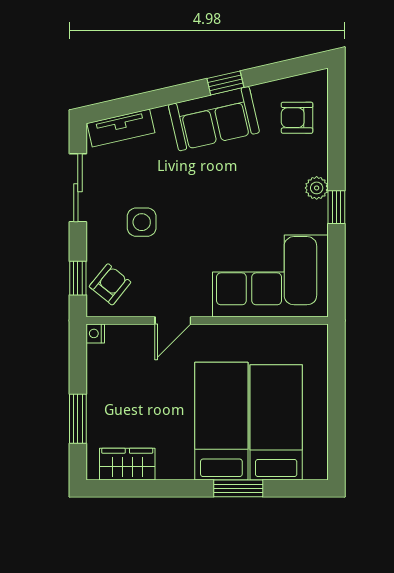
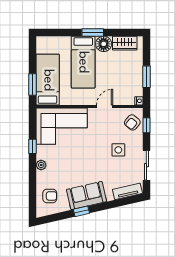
window: (336, 207) -> (32, 146), moved
window: (336, 370) -> (32, 84), added
window: (78, 419) -> (146, 77), moved
bed: (276, 422) -> (48, 80), moved, turned 180
floor lamp: (175, 462) -> (104, 44), added
window: (238, 488) -> (93, 32), moved

